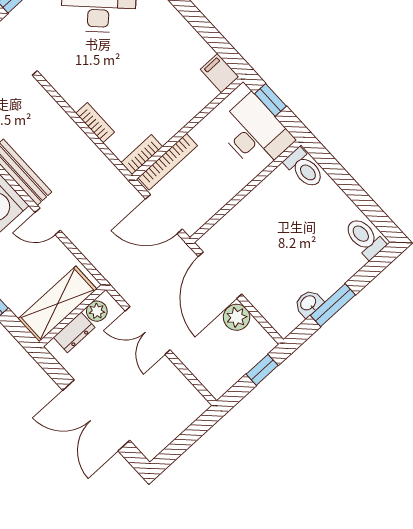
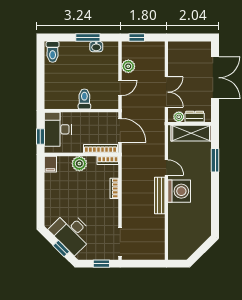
plant: (178, 112) -> (79, 164), added
toilet: (304, 168) -> (84, 99), moved
door: (220, 275) -> (120, 88), width x0.53

